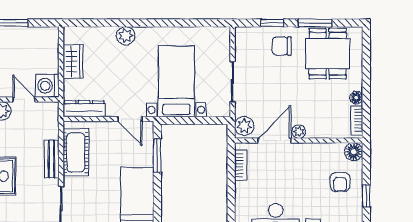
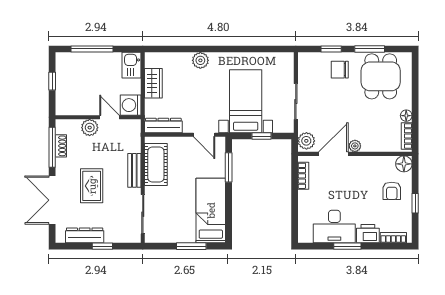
kitchen sink: (48, 41) -> (131, 65), added
window: (194, 121) -> (261, 136), added

